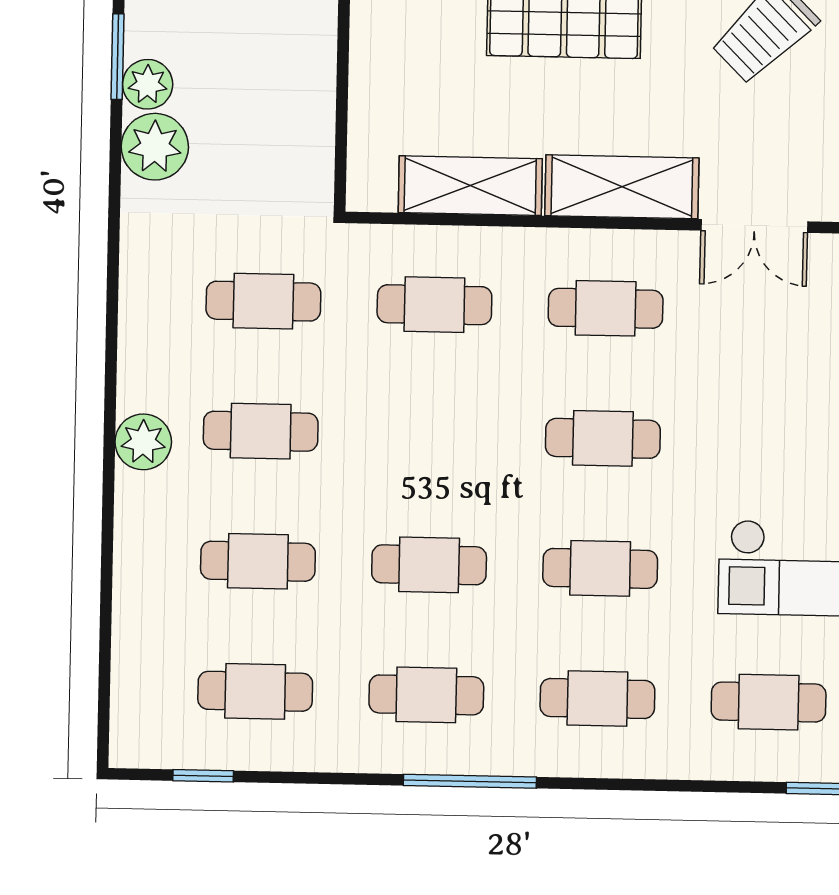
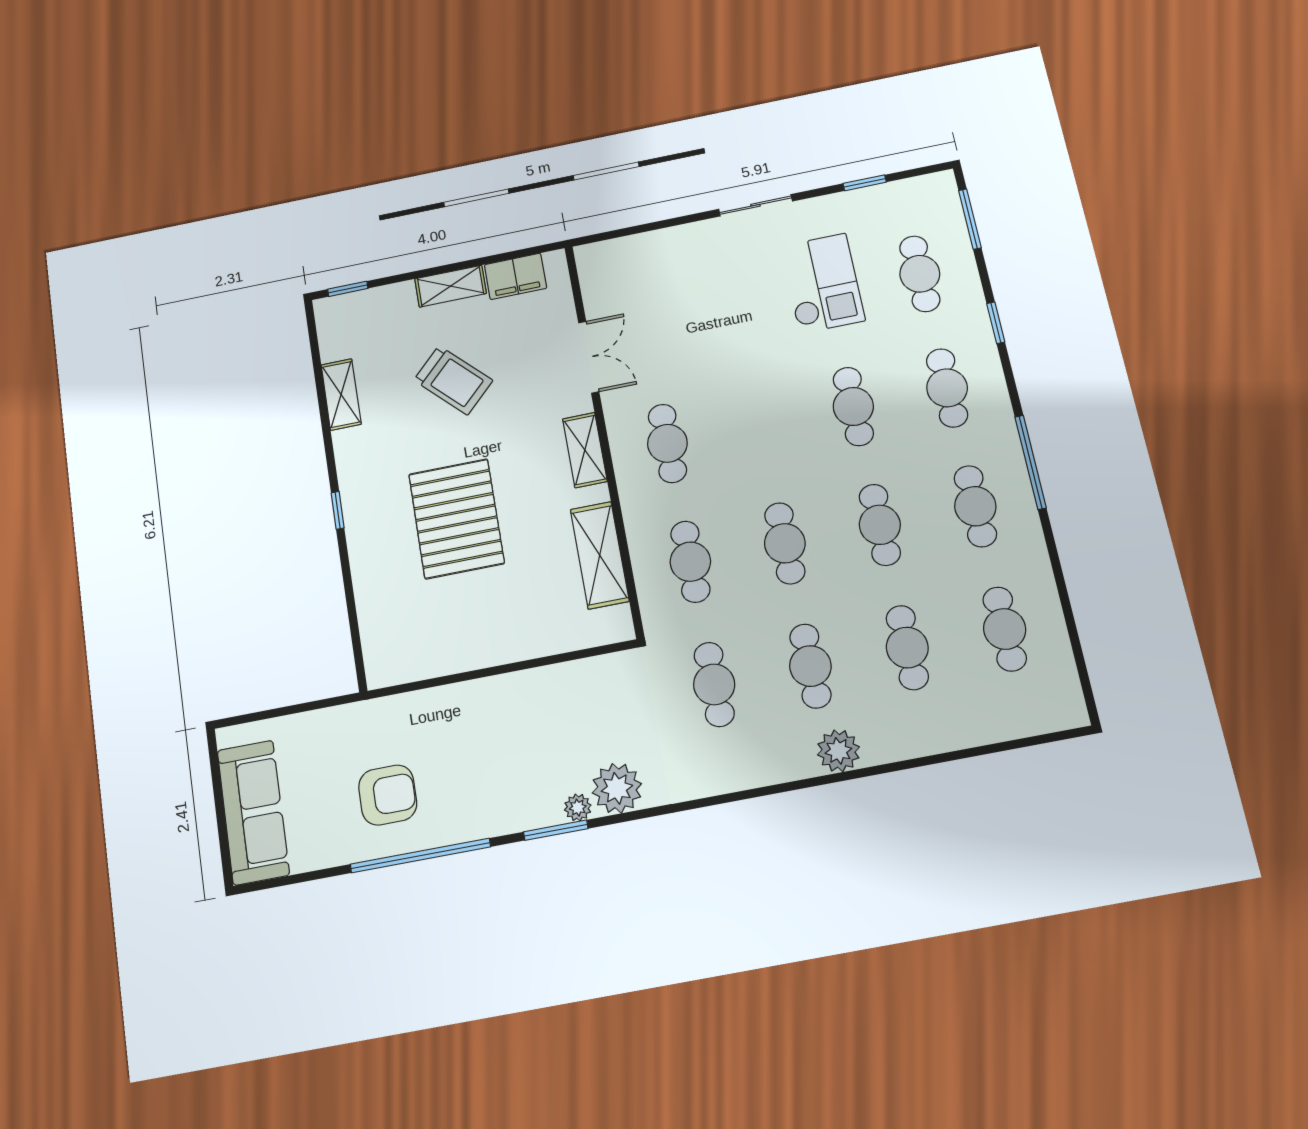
plant: (148, 84) -> (578, 808), width x0.73, depth x0.73
shelving: (622, 187) -> (585, 450), width x0.67, depth x0.75
cafe table: (603, 438) -> (785, 543), moved
window: (203, 776) -> (996, 323), moved

